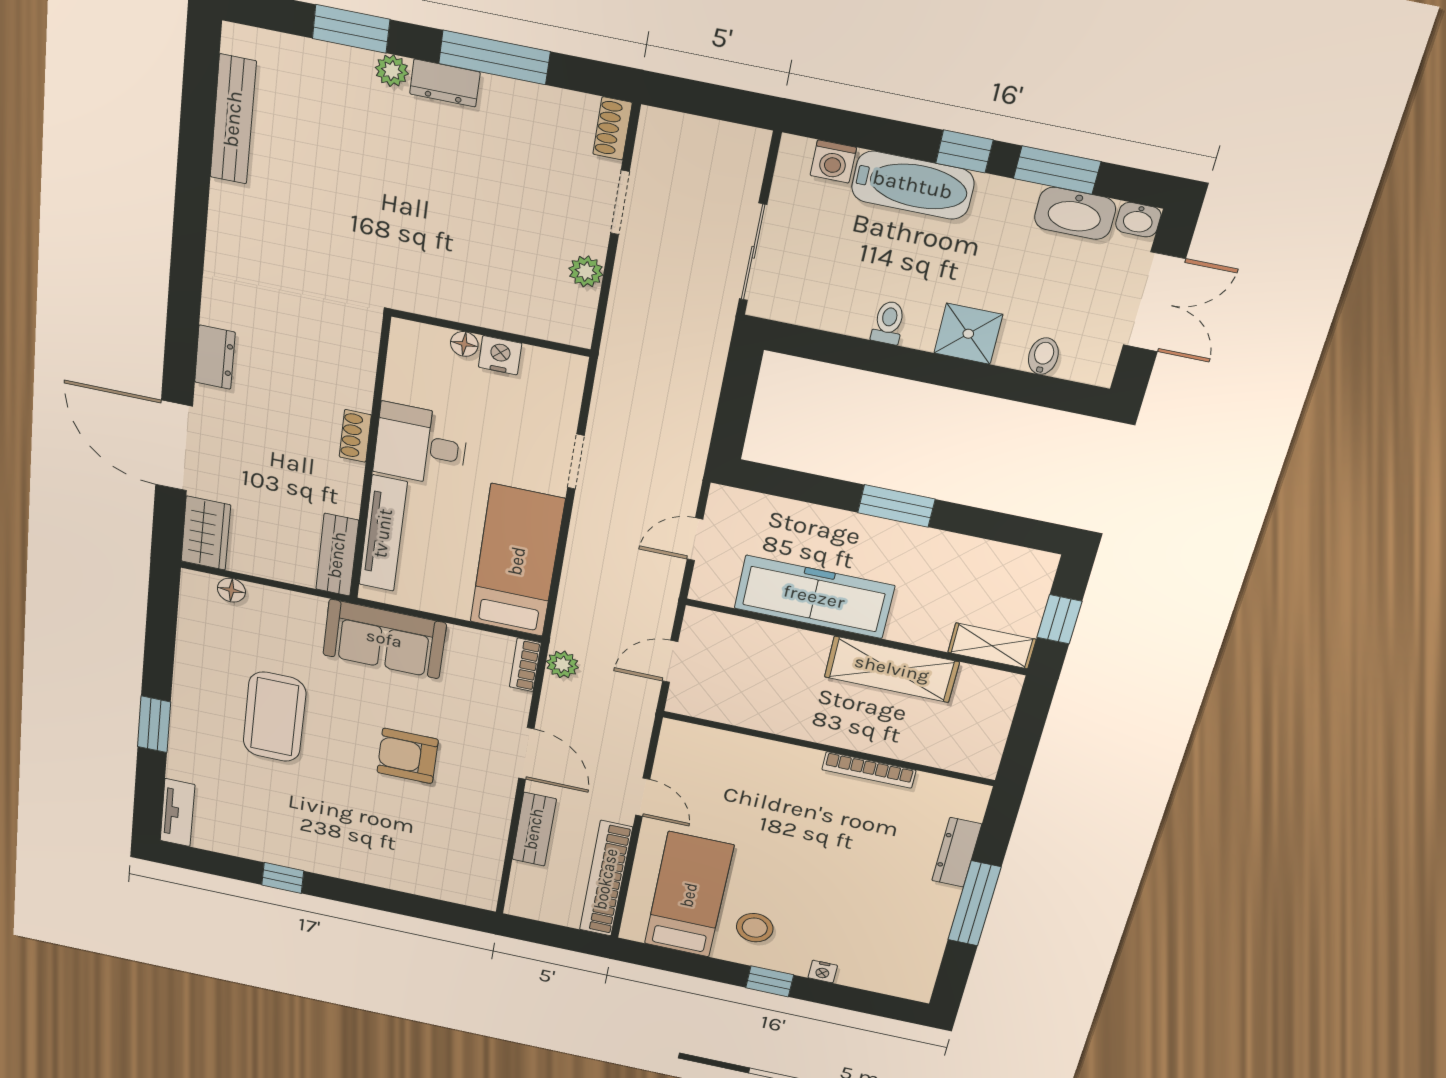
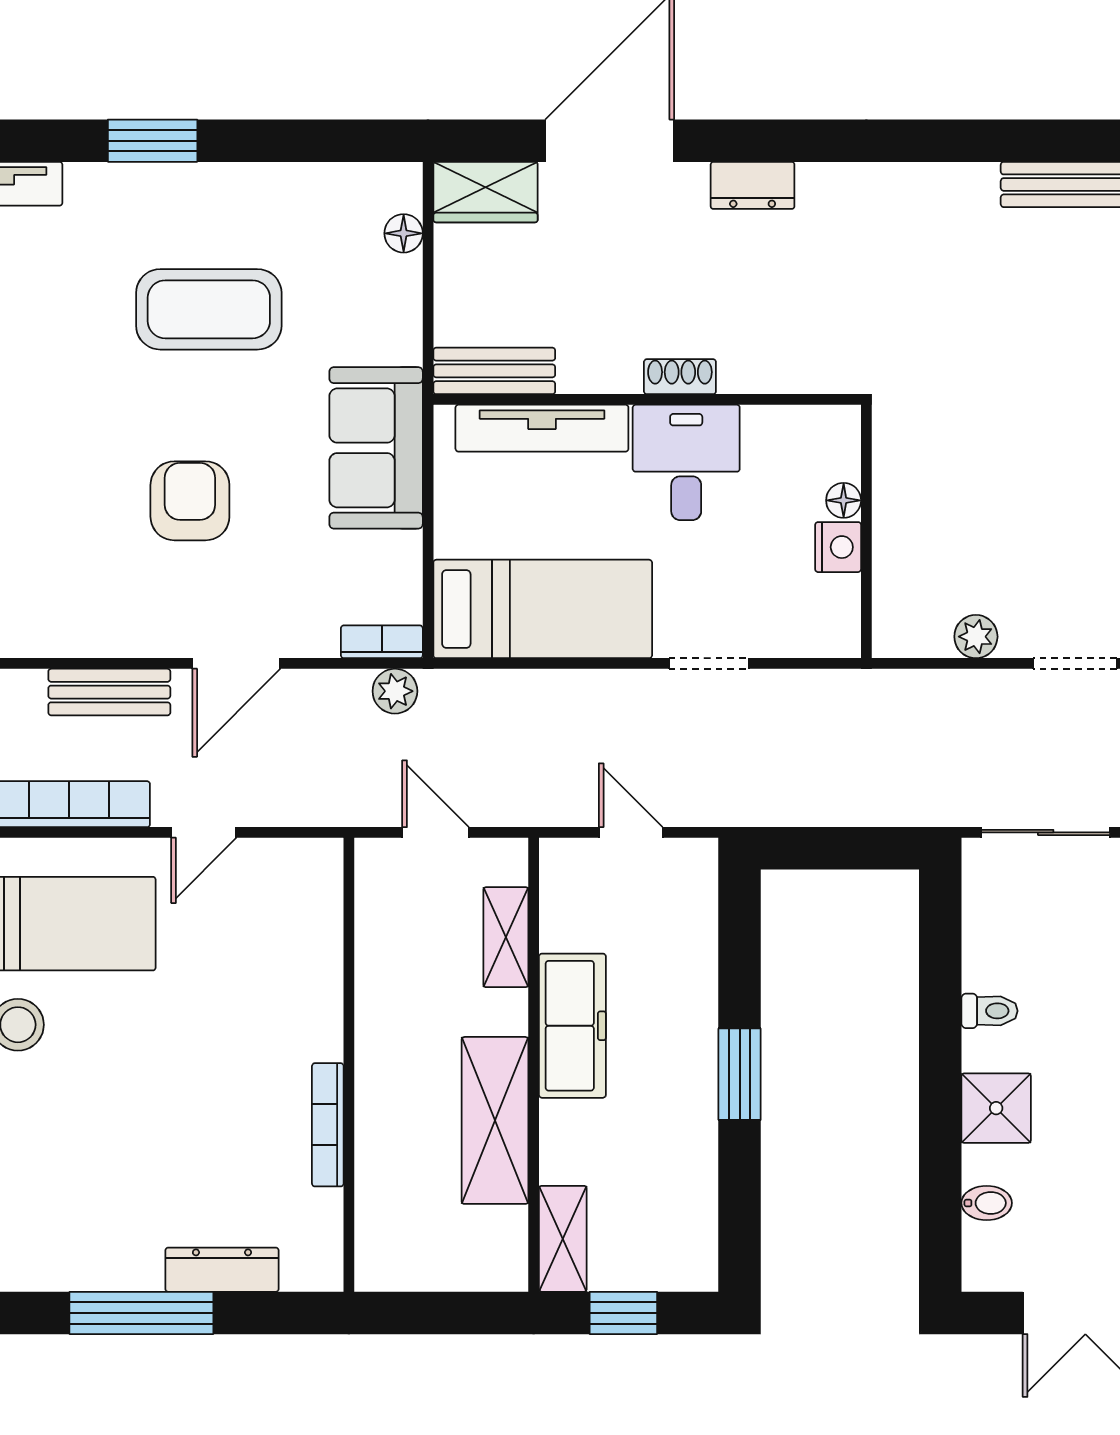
freezer: (814, 597) -> (572, 1026), width x0.73, depth x0.79
shelving: (757, 634) -> (506, 937), added

